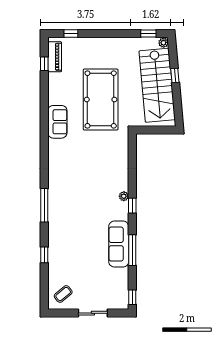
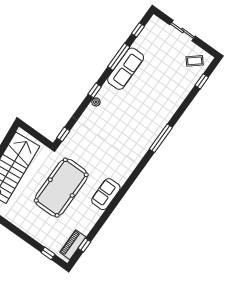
window: (132, 147) -> (63, 134), added
window: (44, 255) -> (202, 81), moved
window: (132, 297) -> (138, 30), moved

